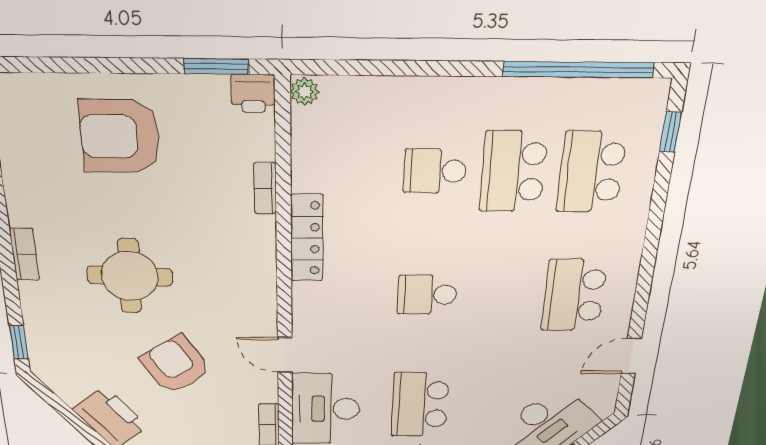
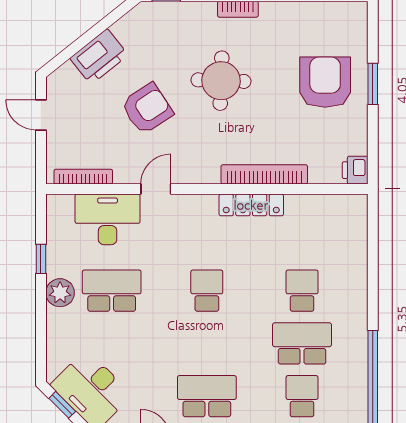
window: (216, 66) -> (373, 84), moved
plant: (304, 92) -> (357, 203), removed
school desk: (591, 172) -> (302, 396), width x0.54
bookcase: (265, 188) -> (264, 174), width x2.31, depth x1.31

